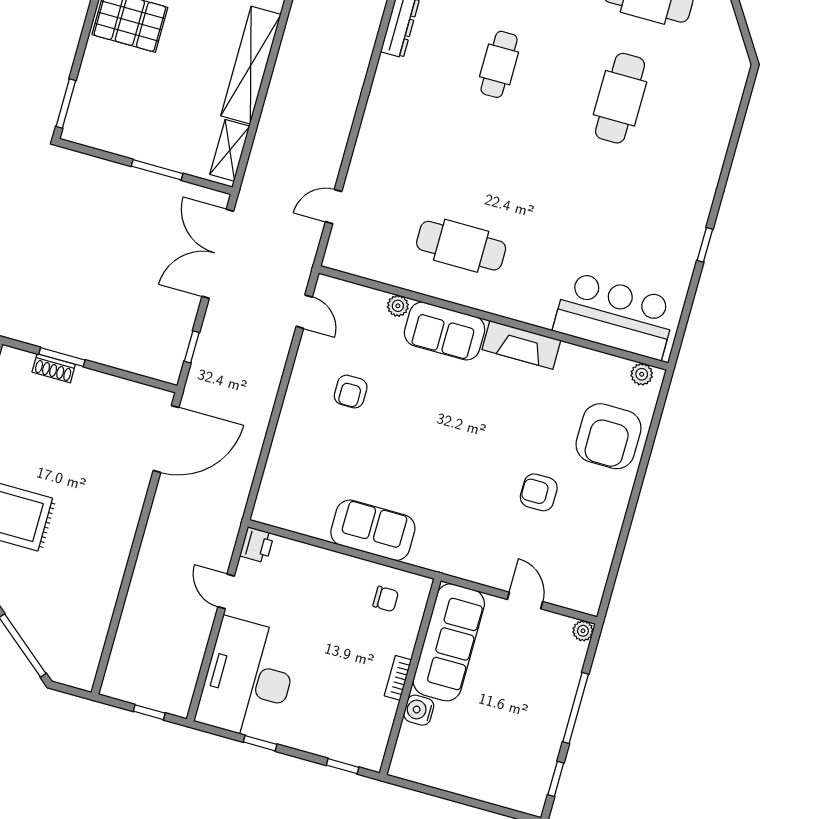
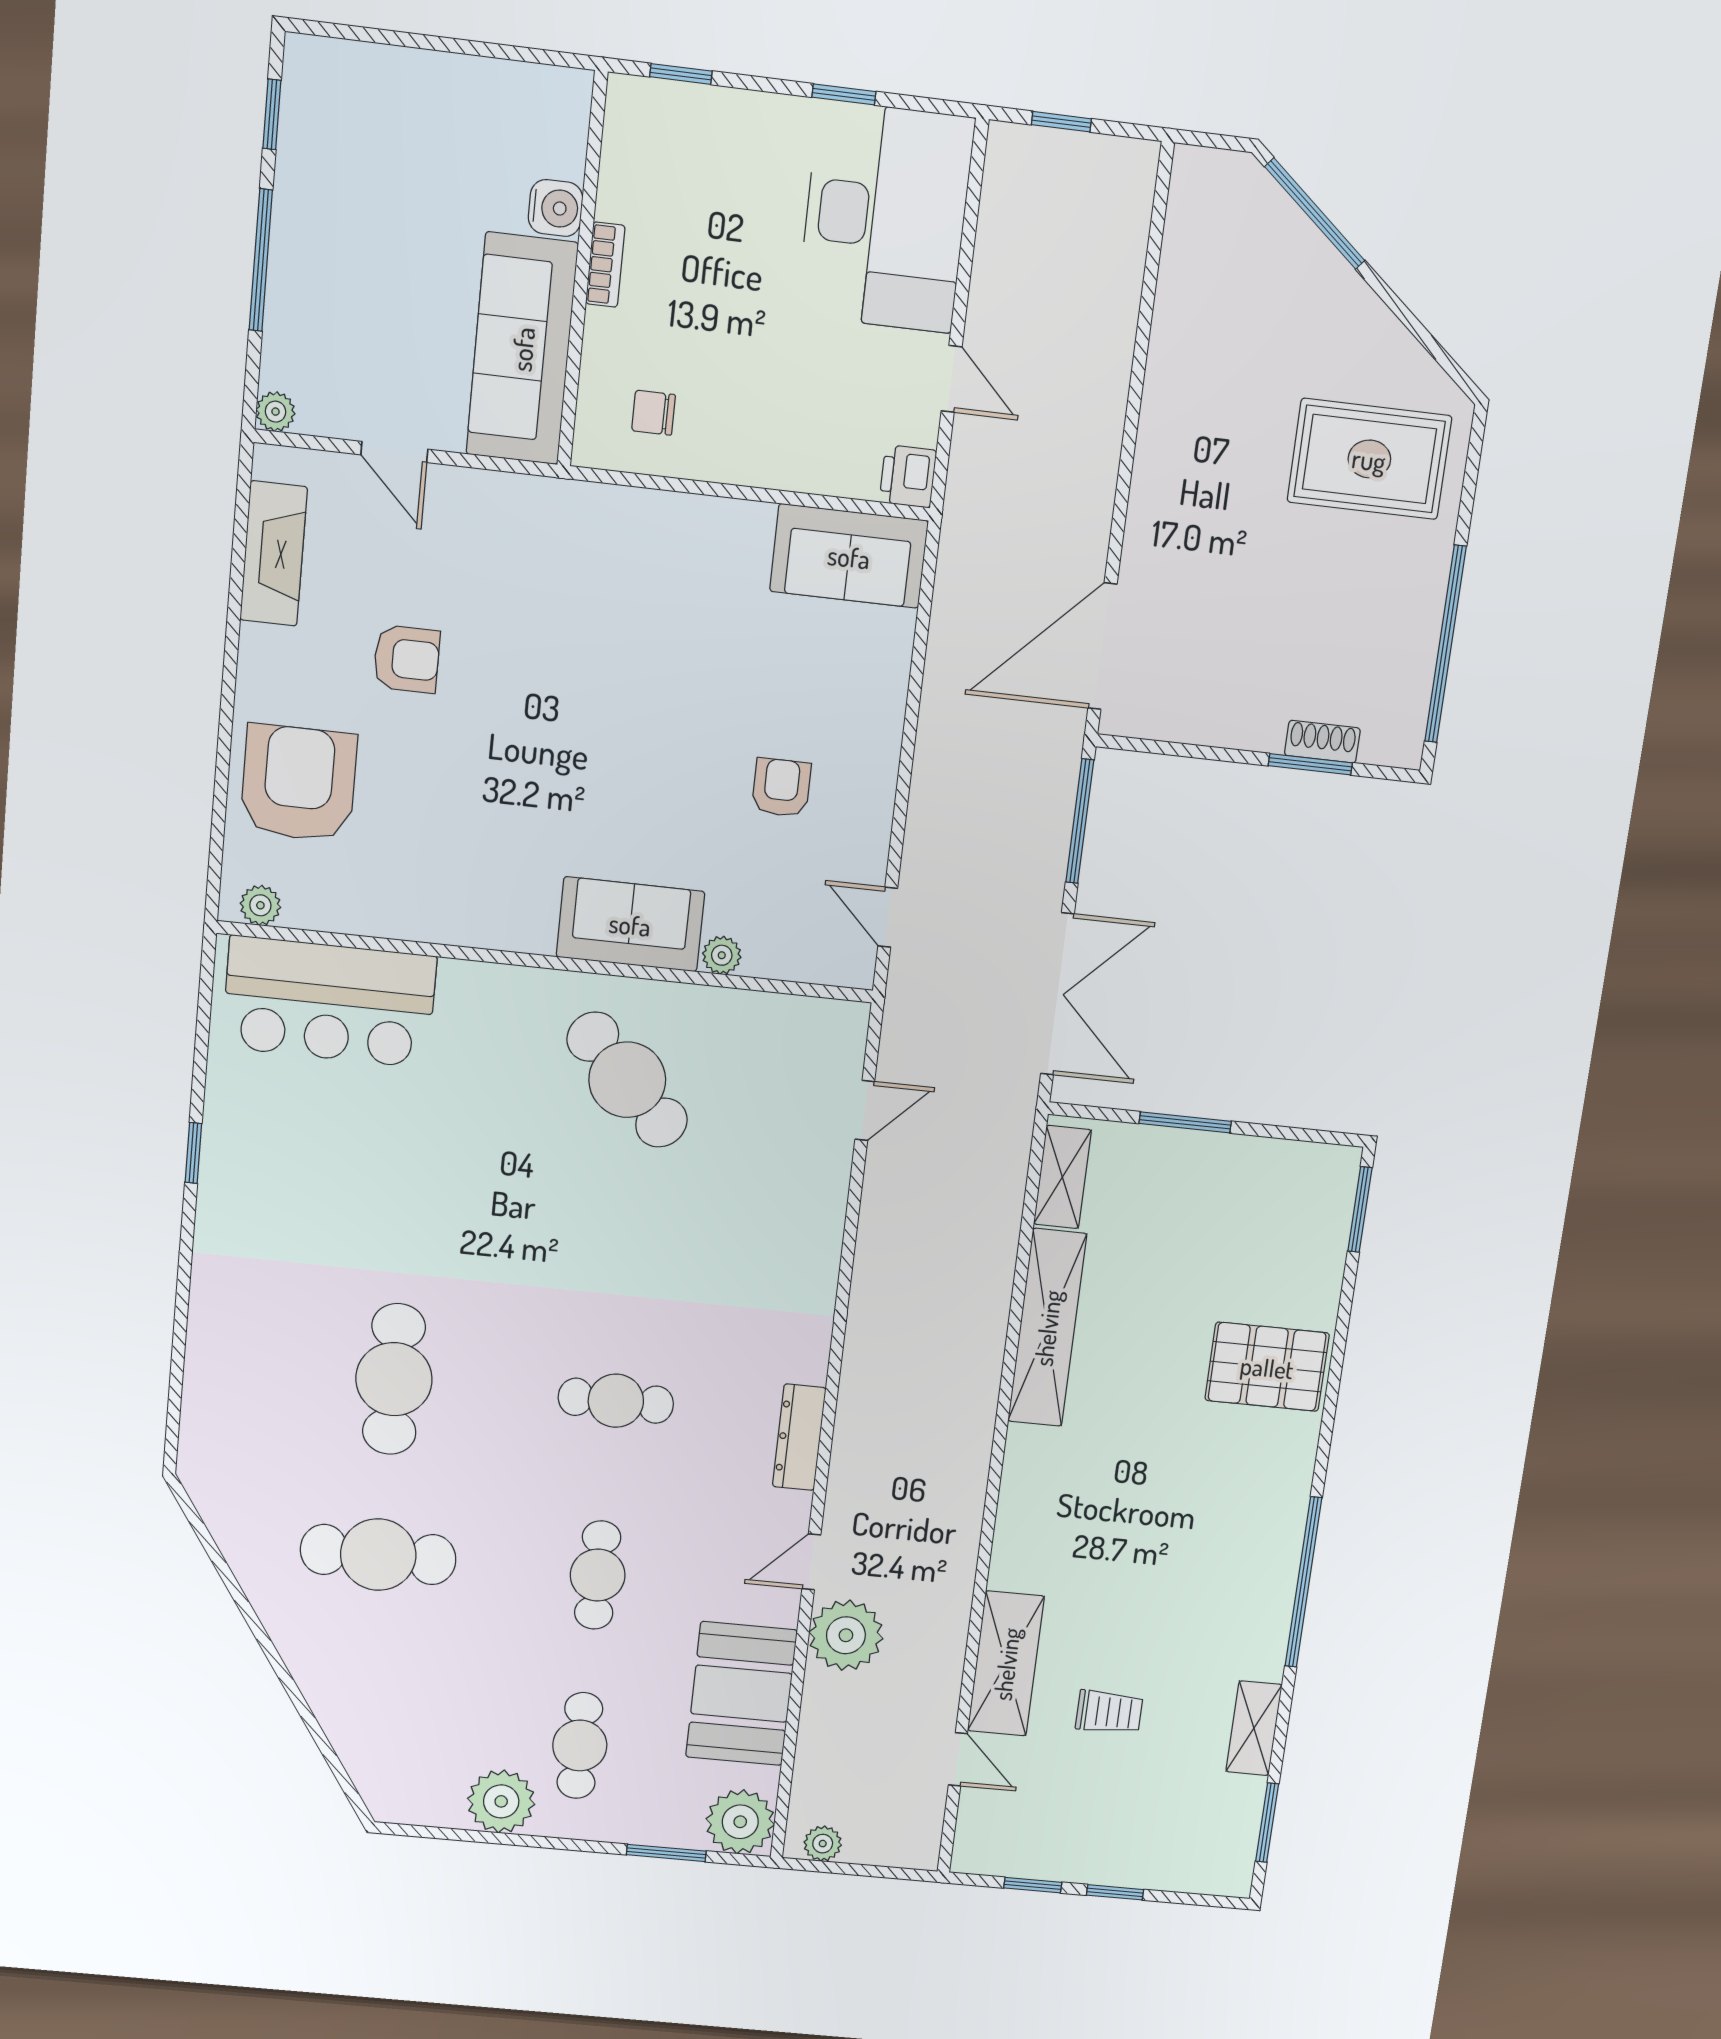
cafe table: (499, 64) -> (616, 1401), turned 90
cafe table: (461, 246) -> (627, 1080), turned 46
fireplace: (521, 345) -> (274, 553), moved, turned 90
window: (192, 347) -> (1080, 821), width x2.17
sofa: (373, 530) -> (849, 556), moved

